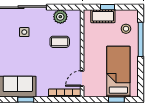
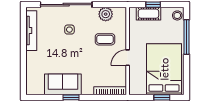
stool: (126, 29) -> (177, 15), moved
bed: (118, 72) -> (164, 69), width x1.50
door: (82, 79) -> (128, 58), moved

